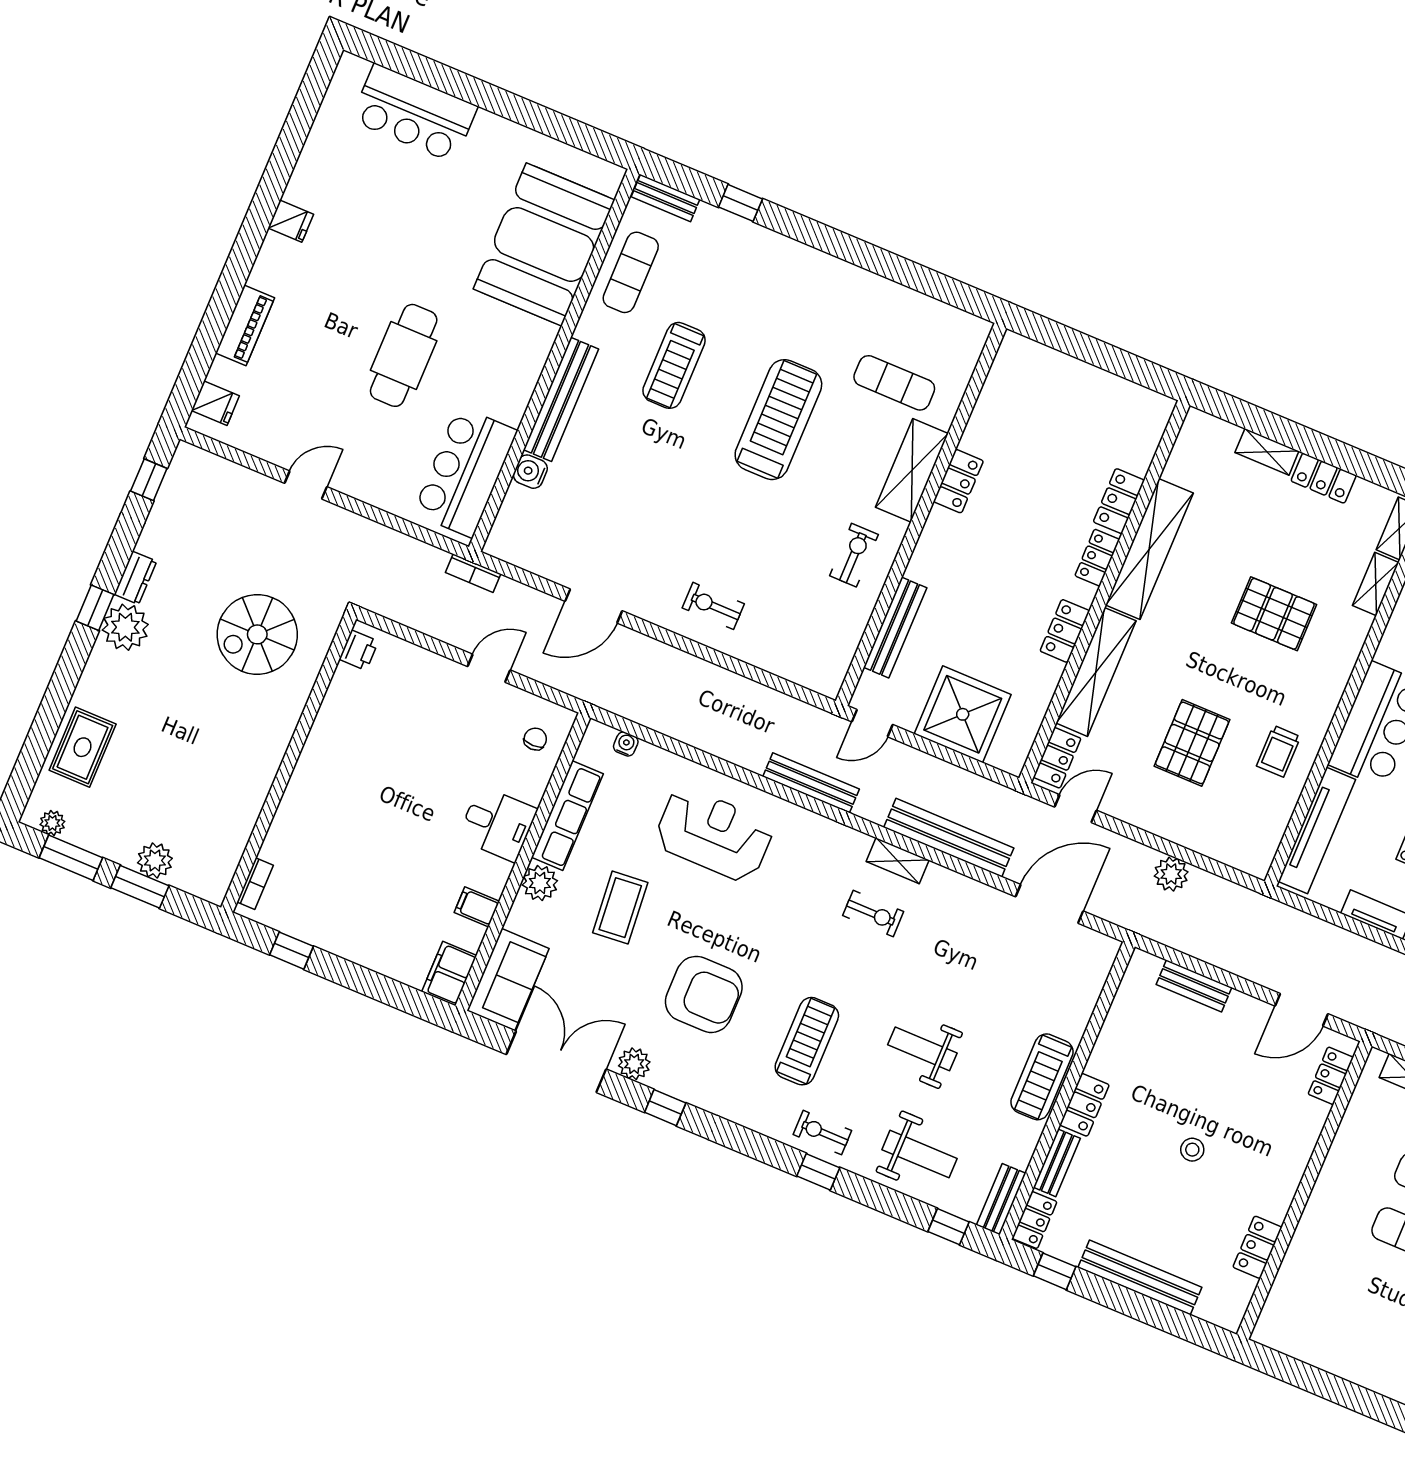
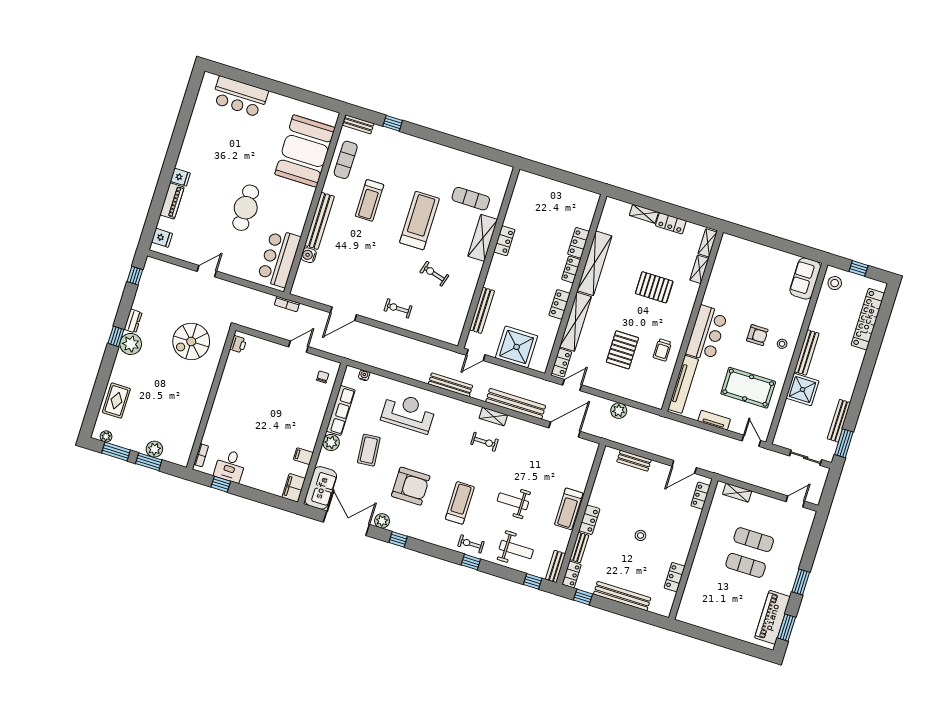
fridge: (291, 221) -> (180, 177), moved
exercise bike: (854, 555) -> (434, 274), moved, turned -74
desk: (497, 824) -> (230, 466), moved, turned 90

